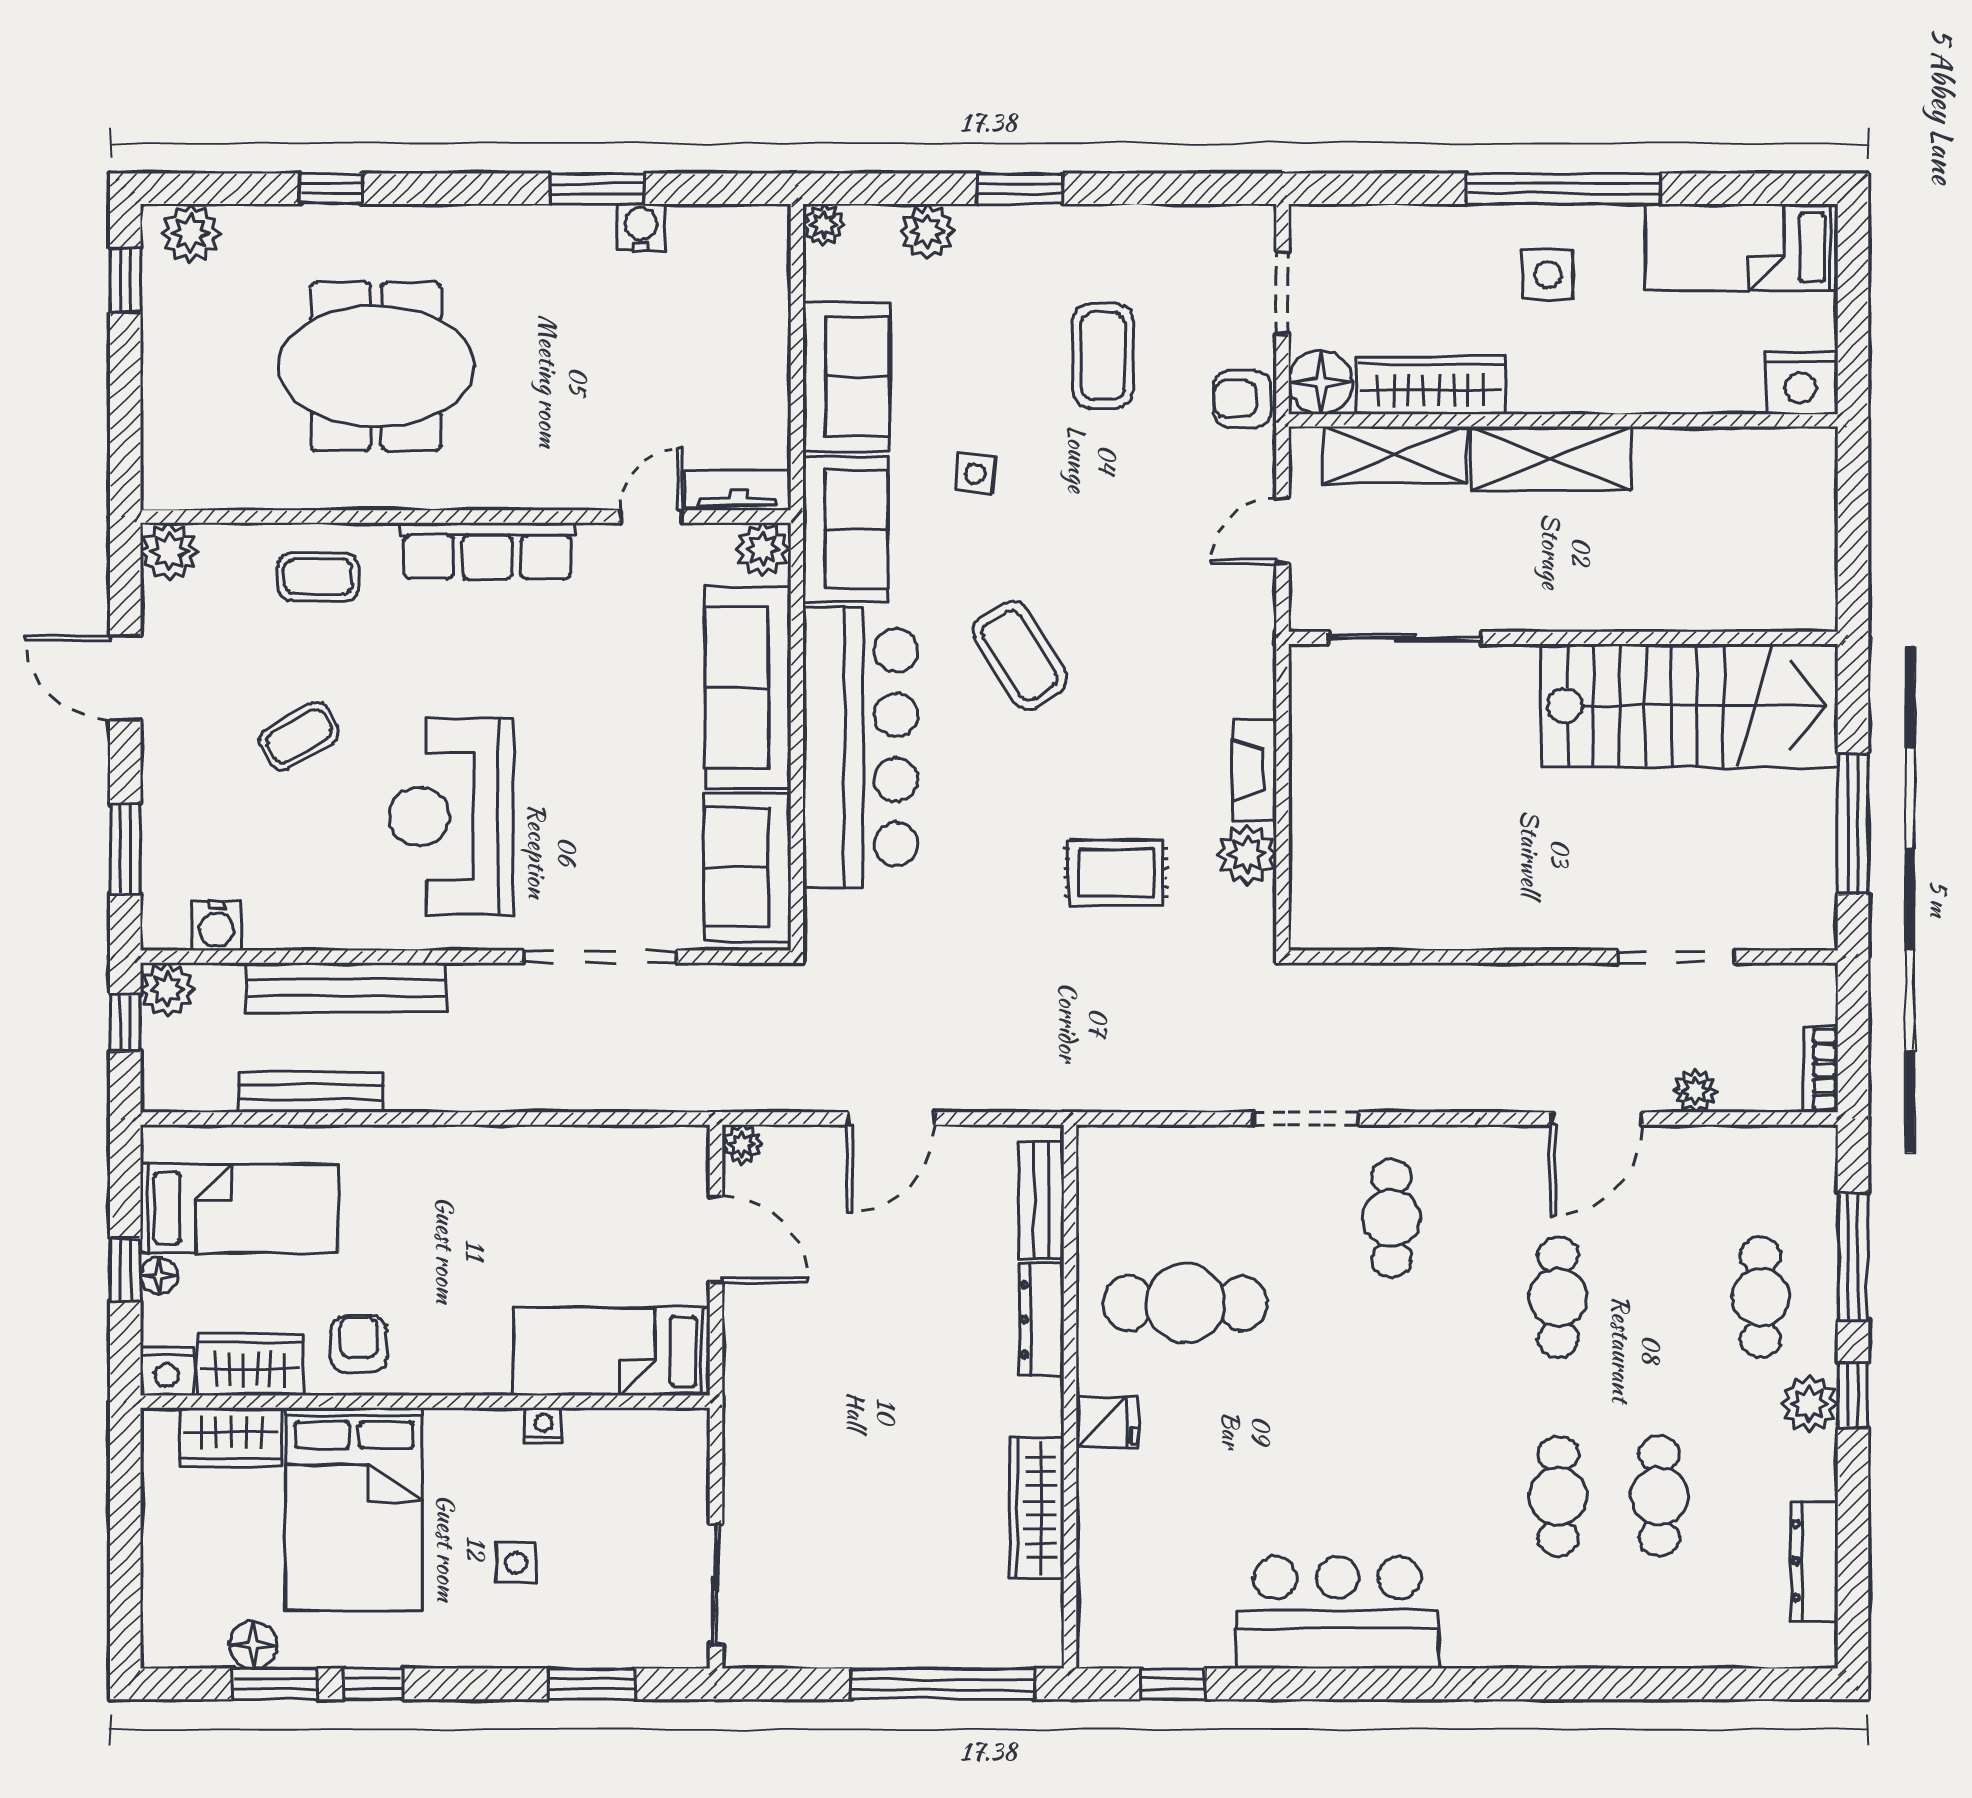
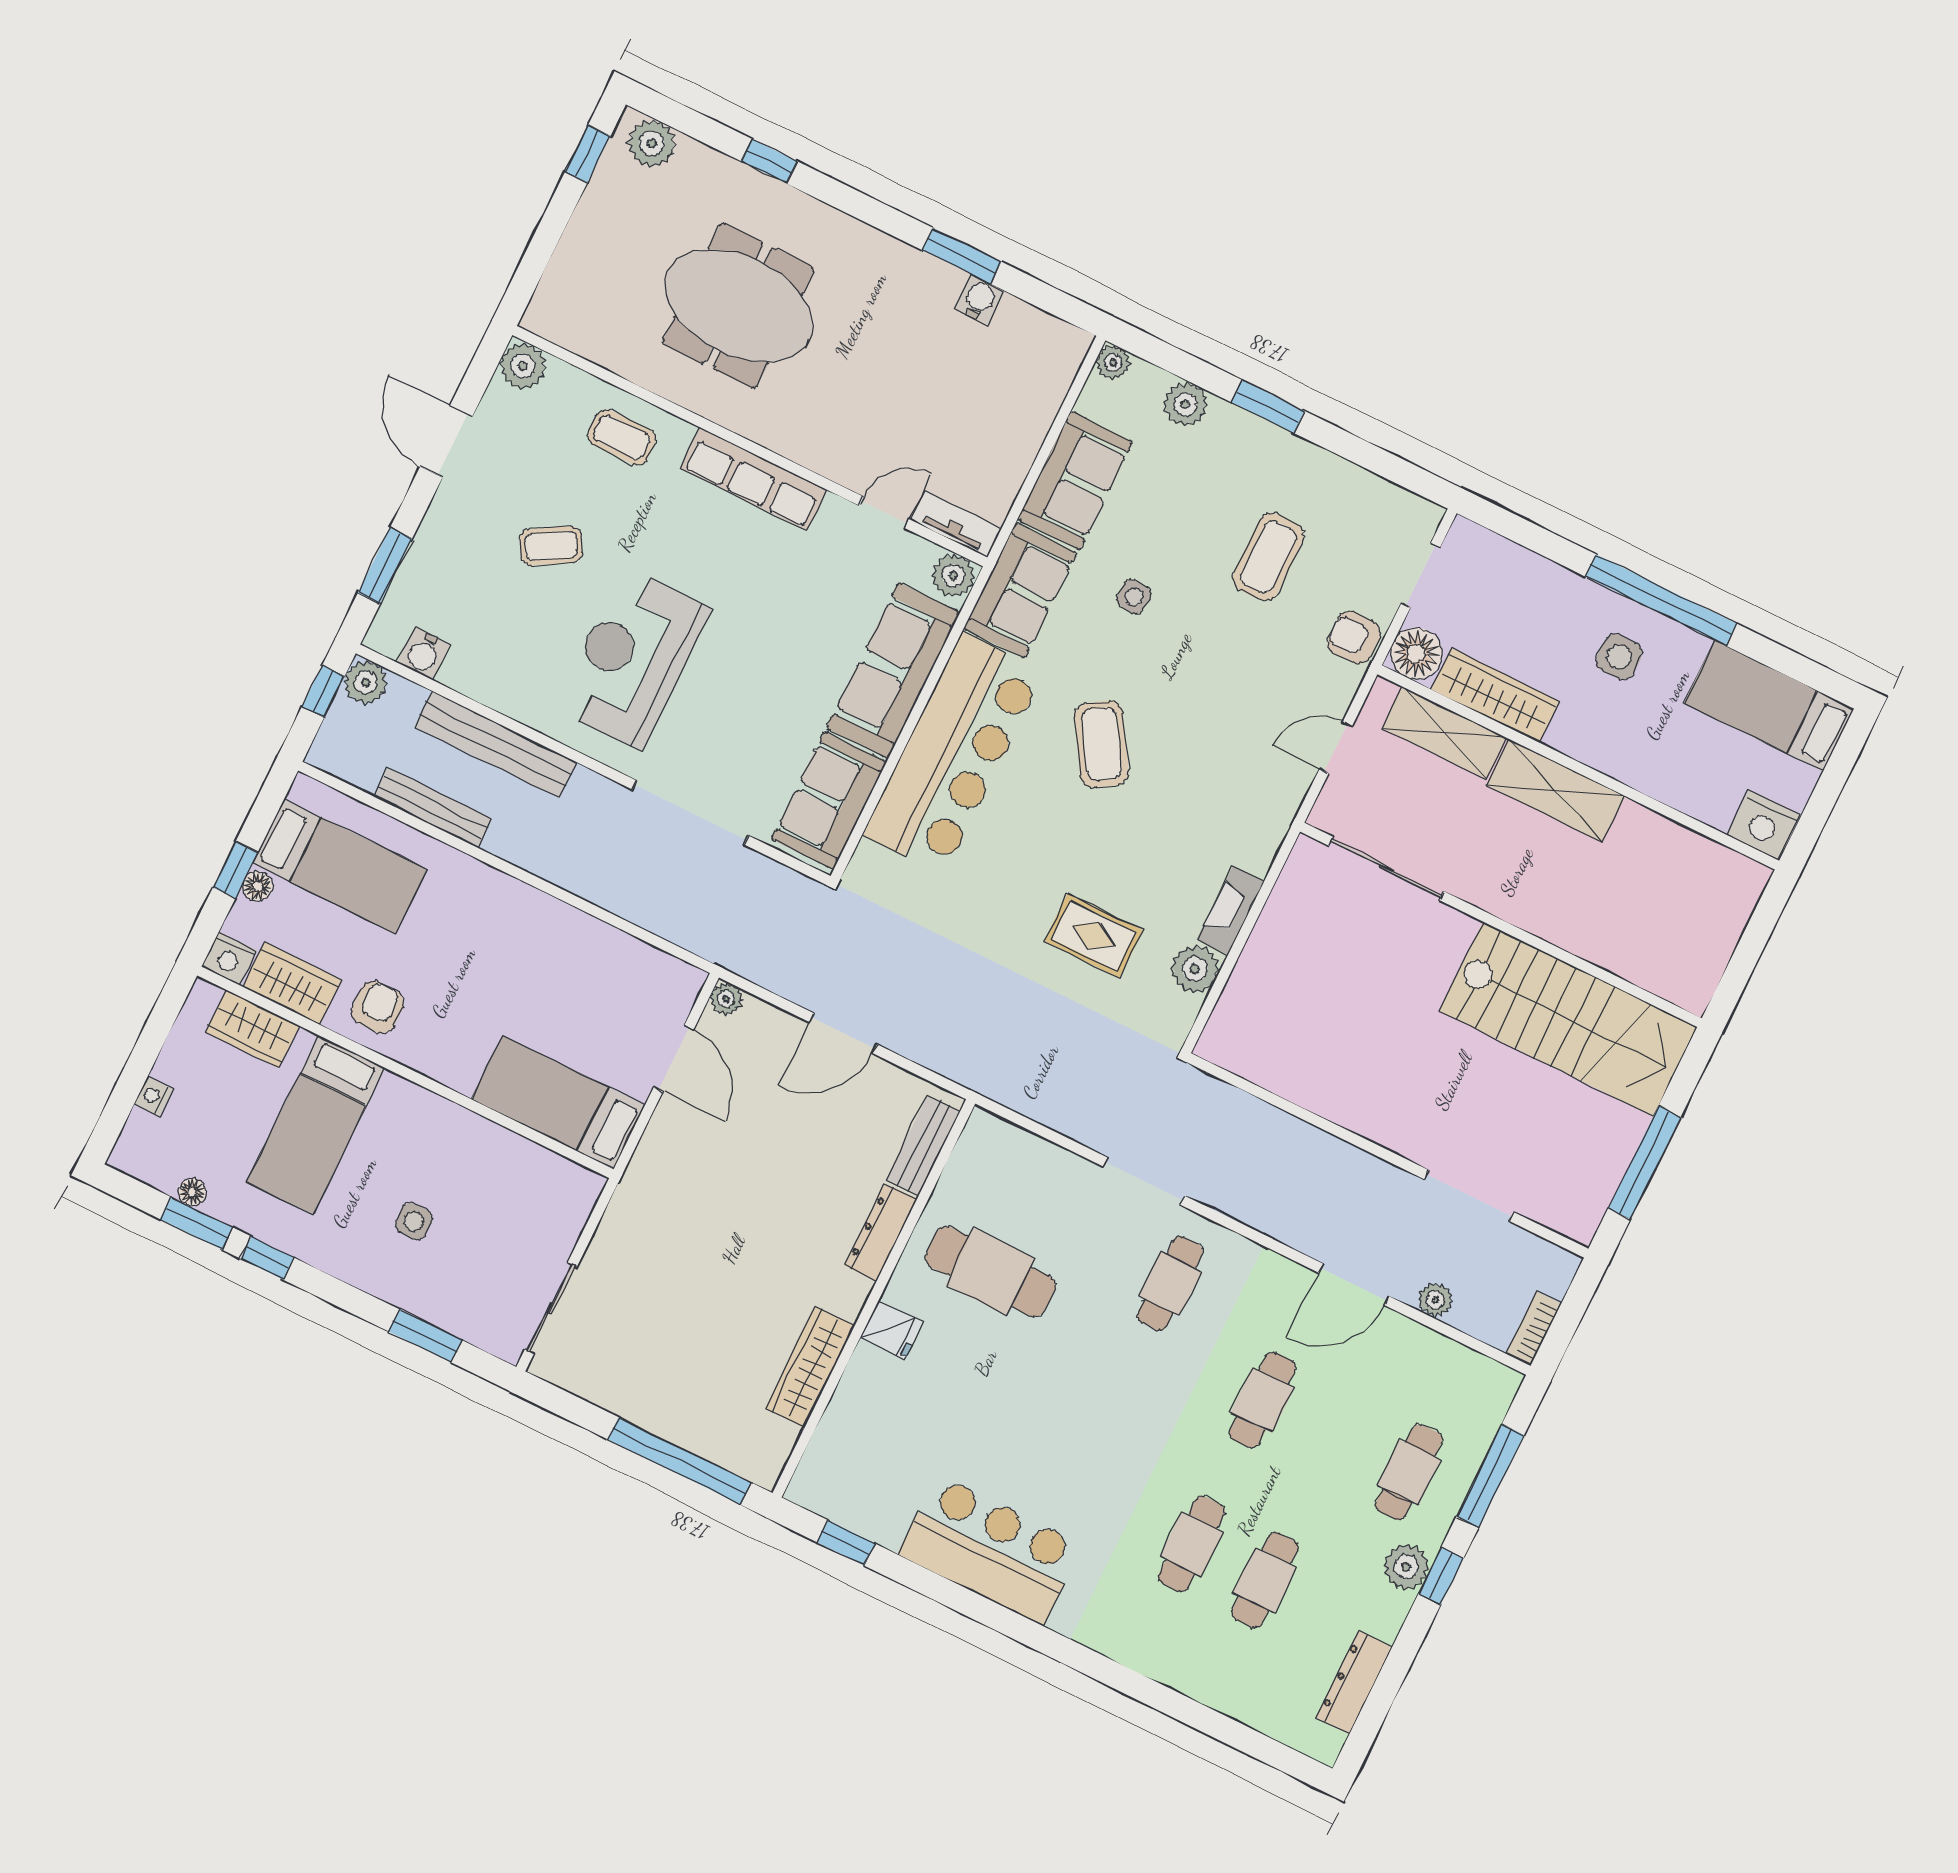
nightstand: (543, 1425) -> (153, 1096), moved, turned -90
bed: (354, 1509) -> (316, 1125), width x0.67
floor lamp: (253, 1645) -> (192, 1192), width x0.73, depth x0.73

